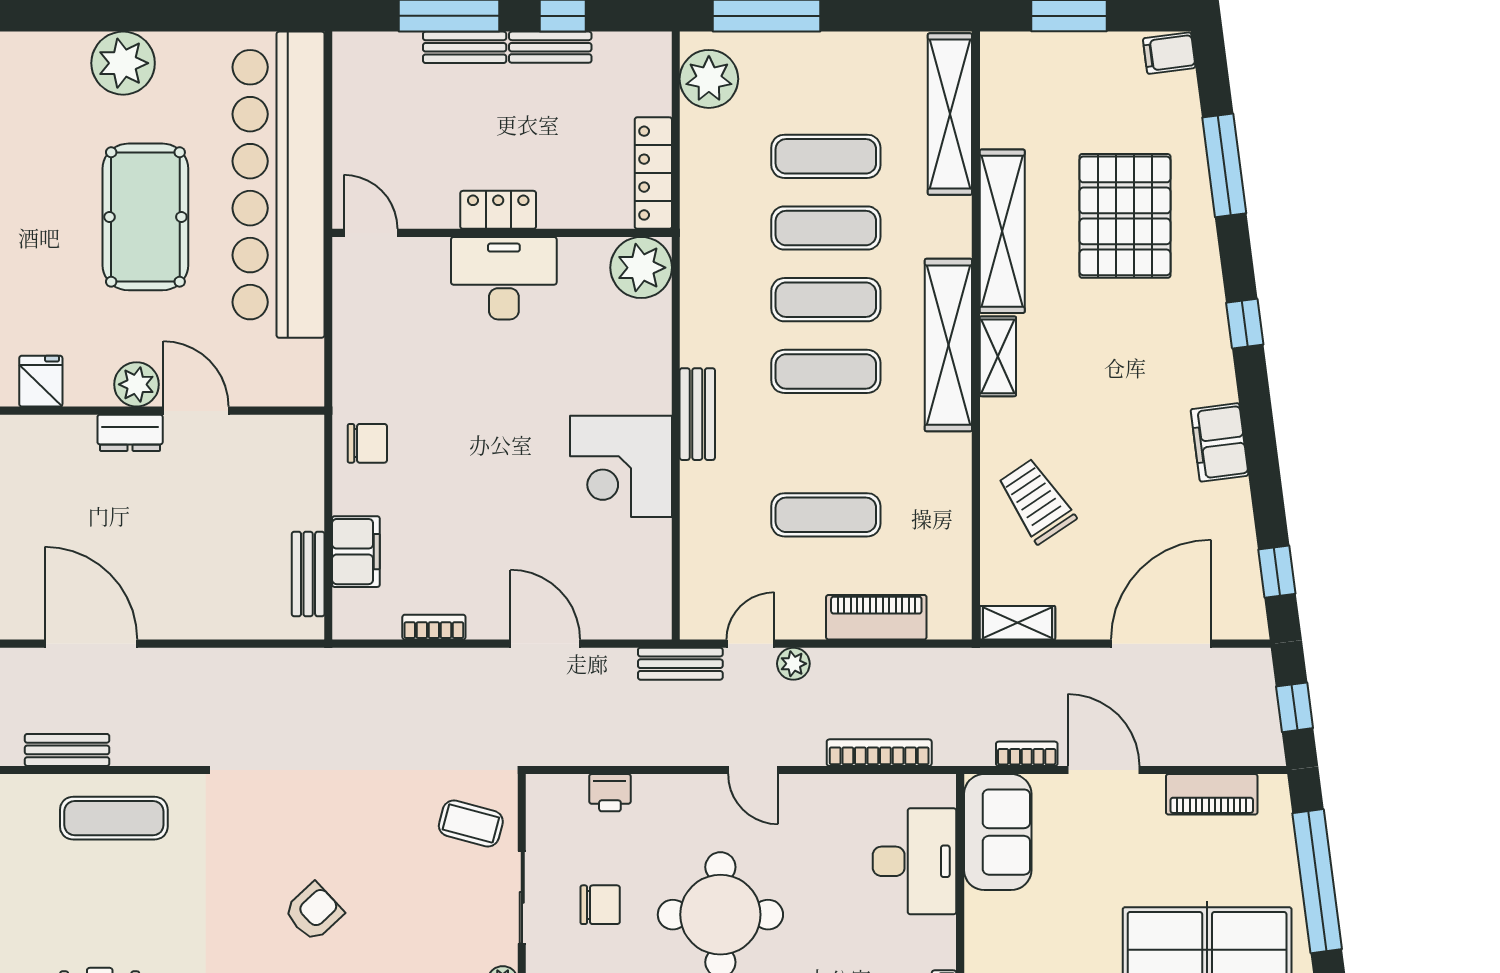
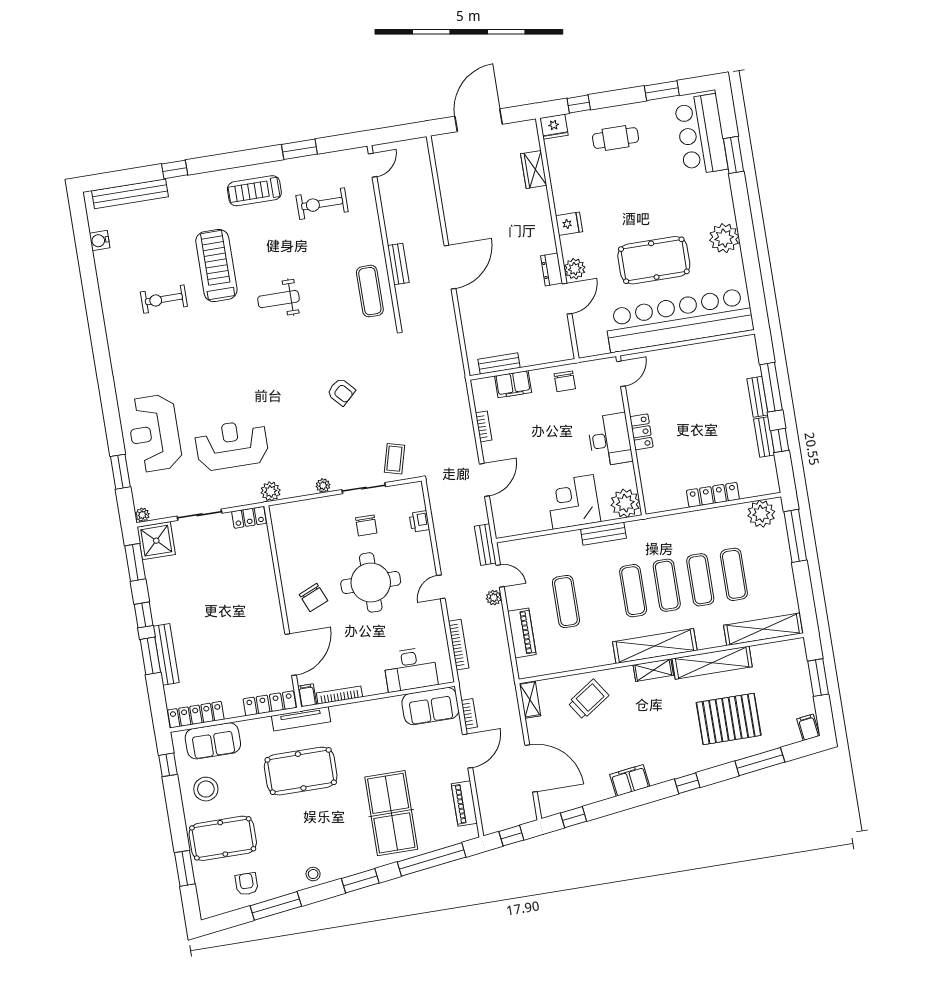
locker: (498, 210) -> (641, 432), moved
door: (371, 233) -> (621, 374), moved
wall: (502, 233) -> (631, 435), moved
plant: (641, 268) -> (625, 503), moved
desk: (504, 278) -> (610, 440), moved

